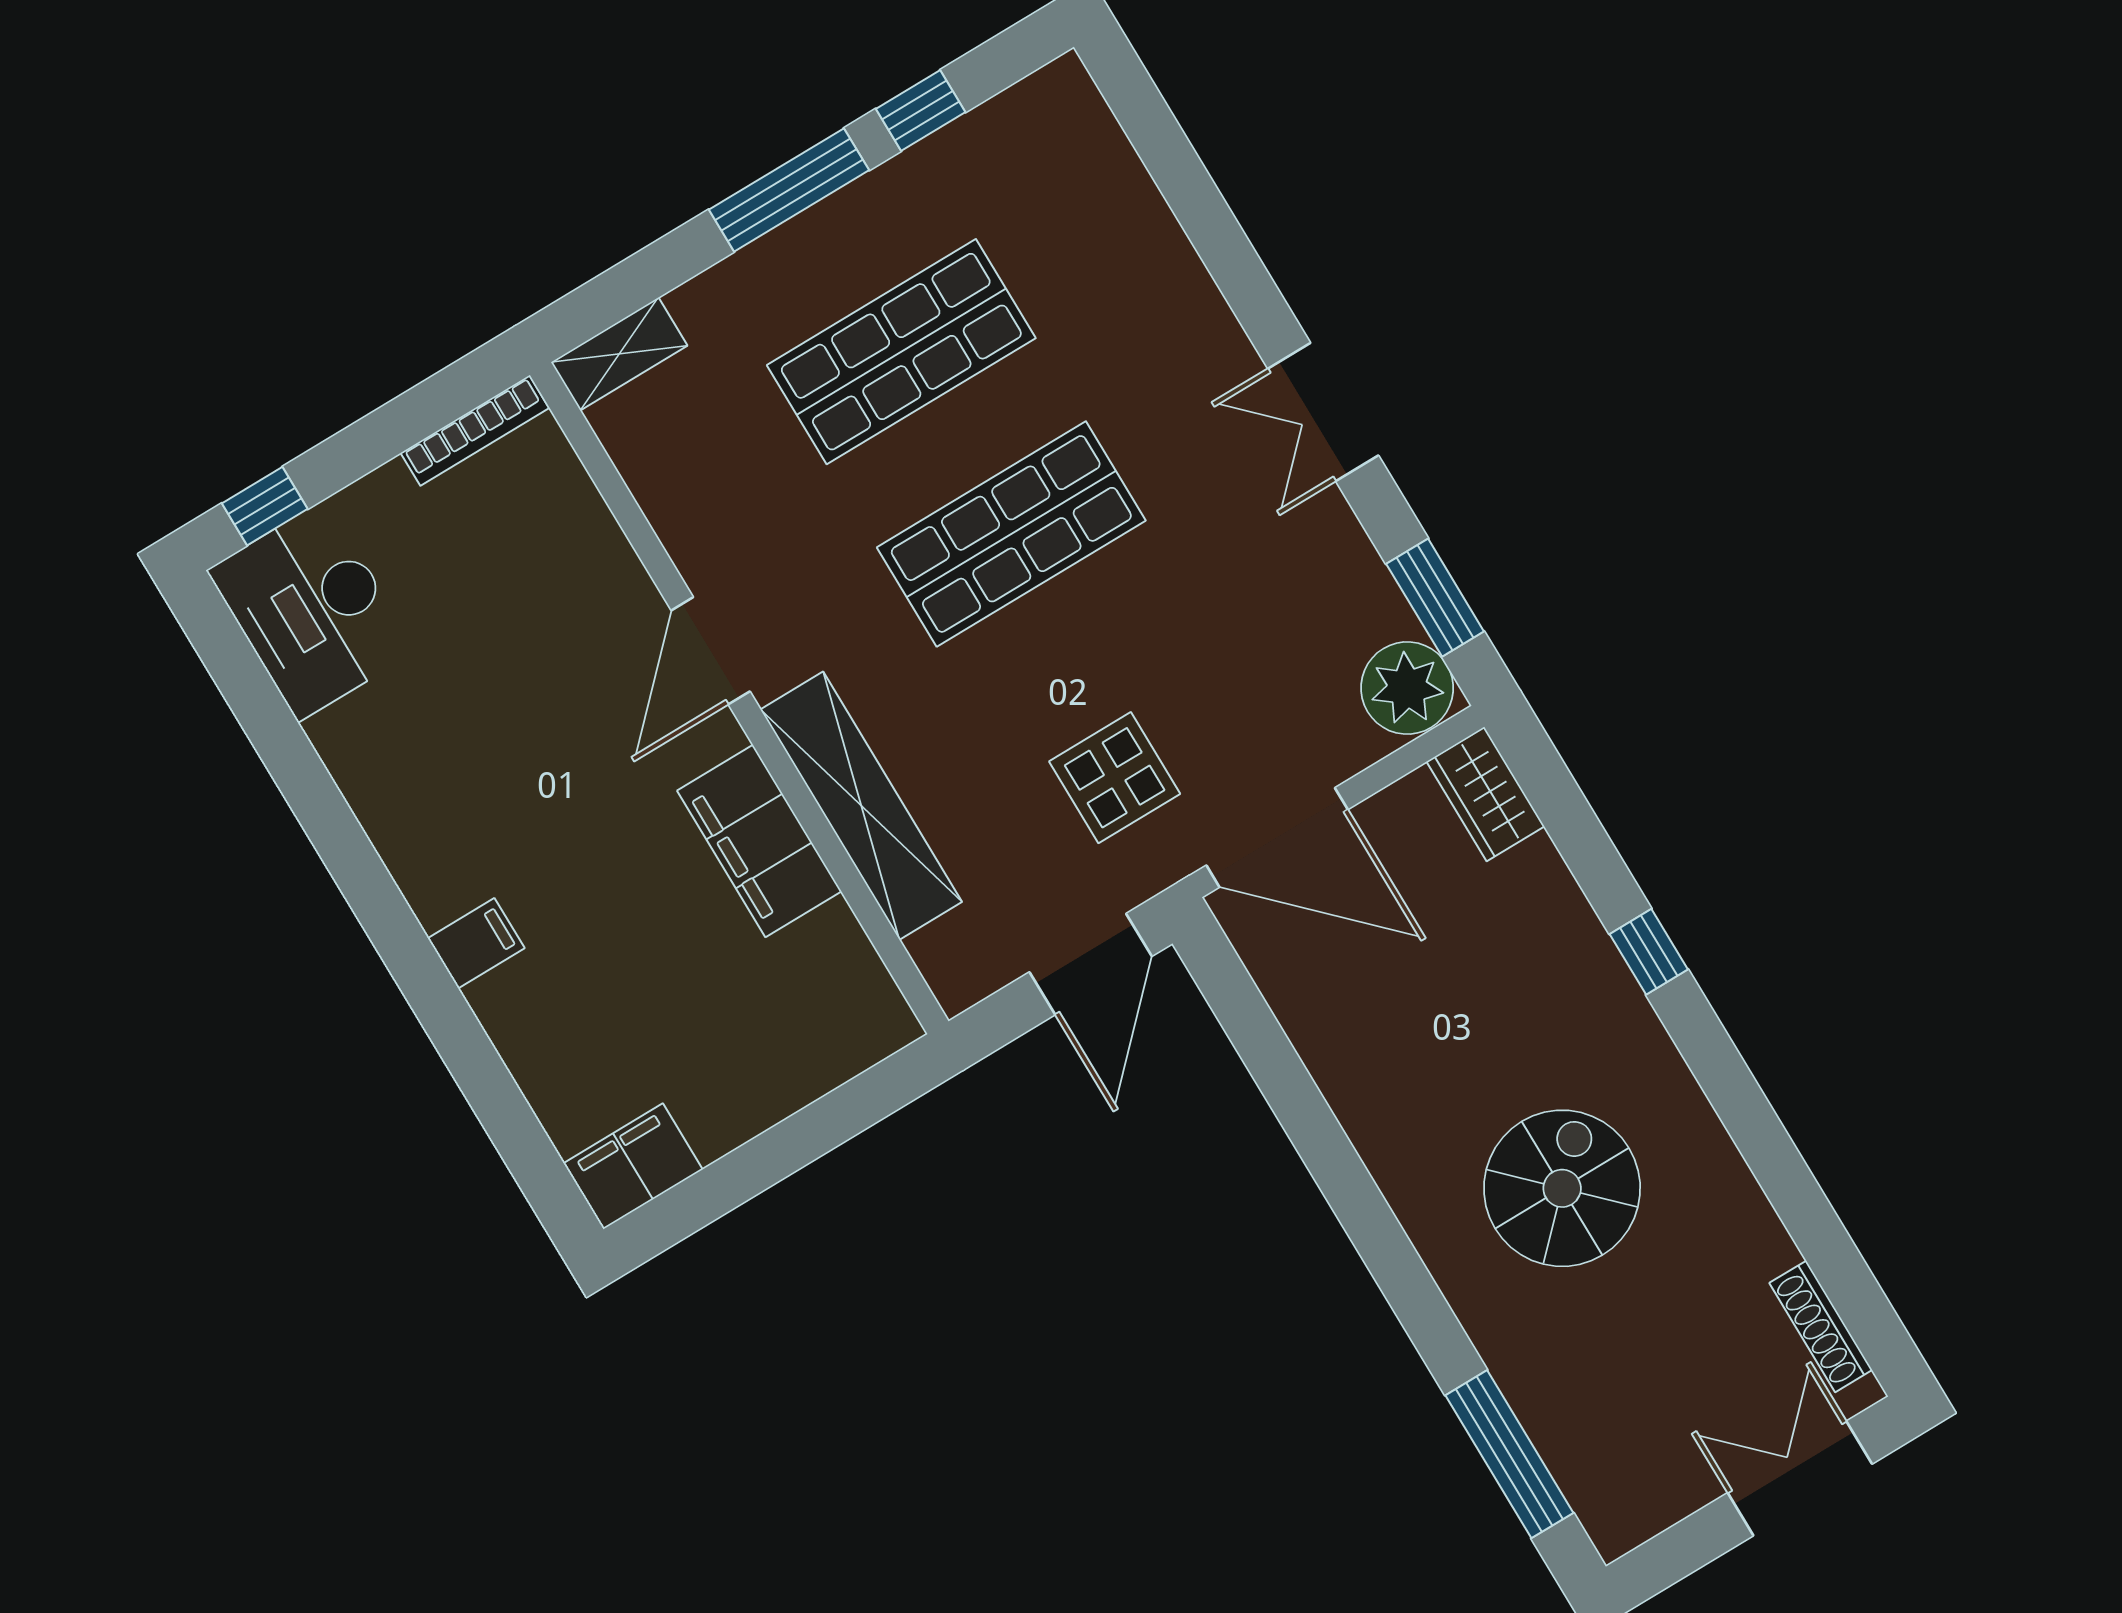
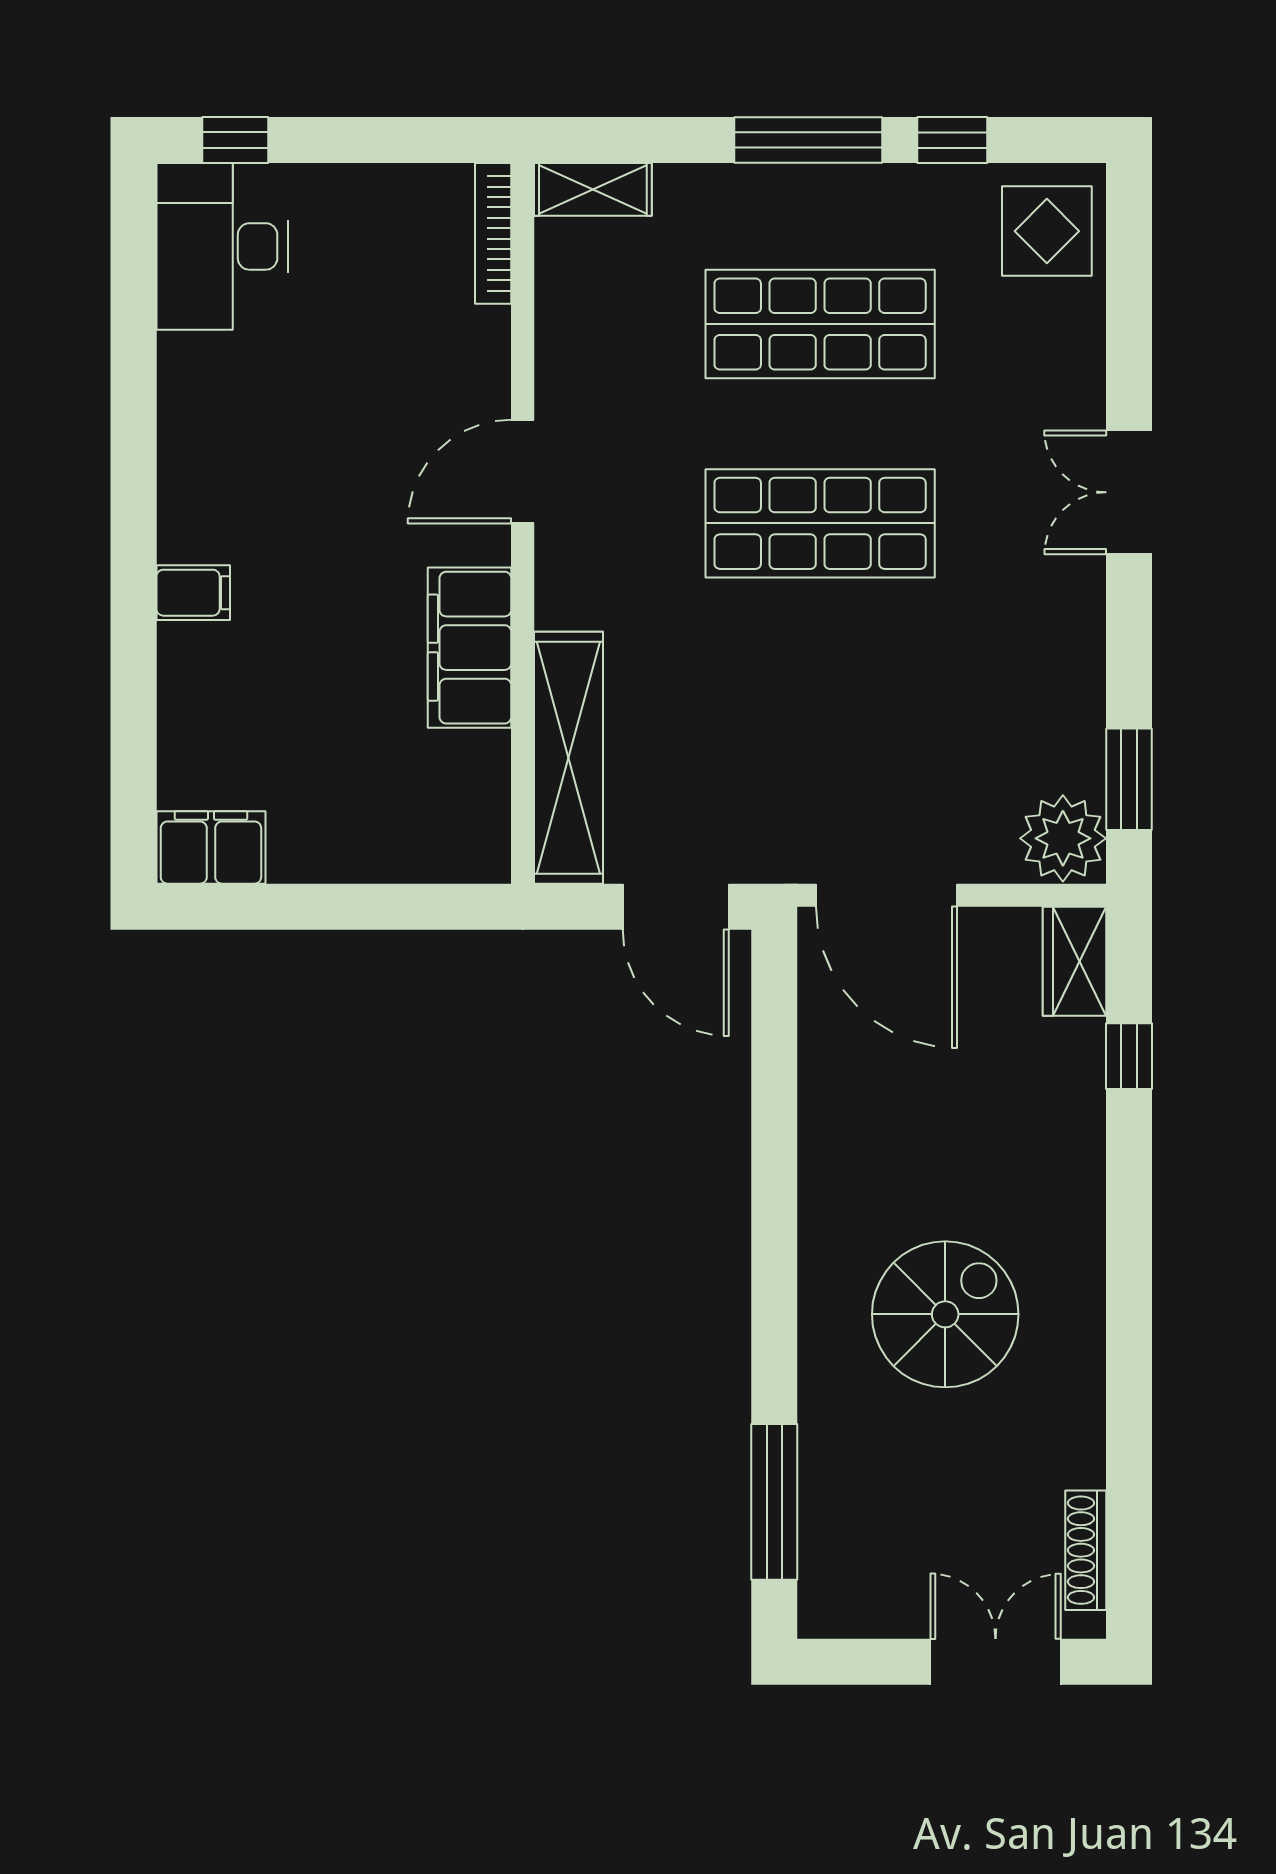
double door: (1323, 412) -> (1129, 492), moved
bookcase: (475, 431) -> (493, 233), moved, turned 90
display table: (1115, 778) -> (1047, 231), moved
shelving: (861, 806) -> (568, 758), moved
window: (1649, 952) -> (1129, 1056), moved
door: (1091, 964) -> (676, 907), hinge flipped

